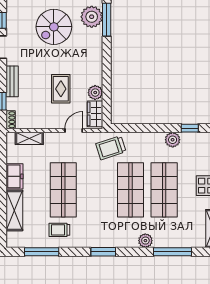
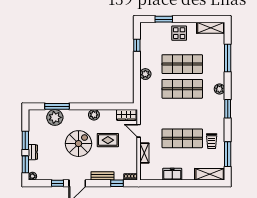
spiral stairs: (54, 27) -> (79, 144), moved, turned -90
plant: (95, 93) -> (94, 115), moved
shelving: (29, 138) -> (144, 153), moved
plant: (173, 140) -> (145, 74), moved
trolley: (111, 148) -> (151, 103), removed
shelving: (14, 210) -> (210, 174), moved
plant: (145, 241) -> (219, 89), moved

